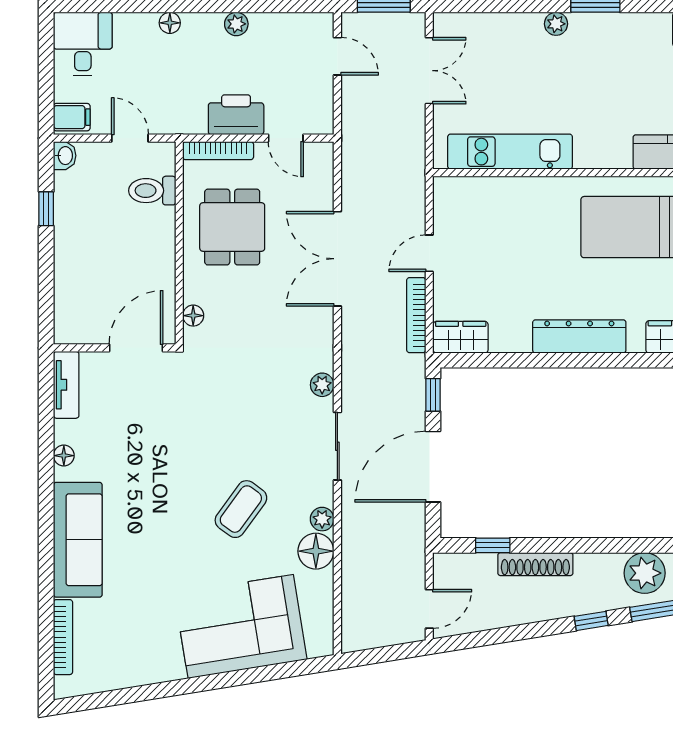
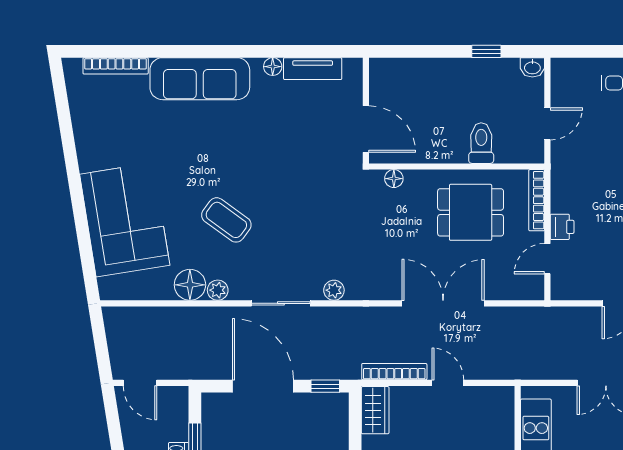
printer: (236, 115) -> (562, 227), width x0.53, depth x0.68
filing cabinet: (72, 117) -> (566, 73), removed
toilet: (152, 191) -> (481, 143), moved
tv unit: (66, 385) -> (313, 69), moved

